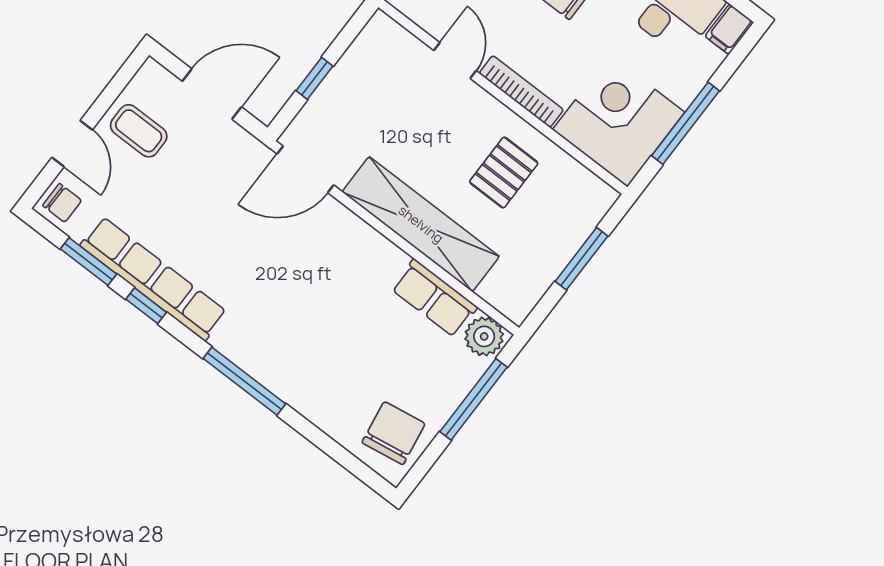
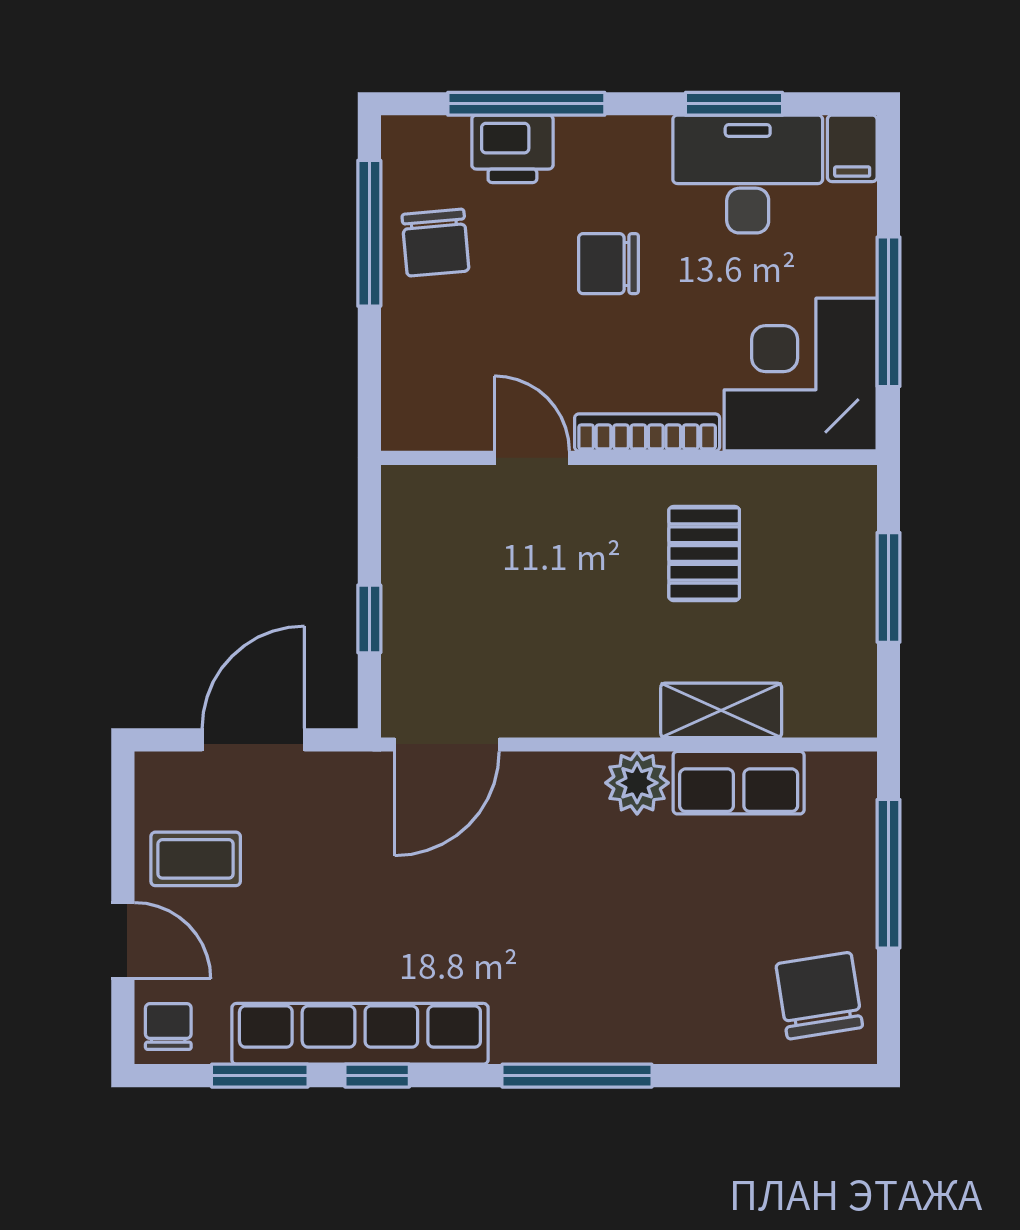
chair: (62, 203) -> (168, 1026), turned -90
shelving: (421, 224) -> (721, 710), width x0.45, depth x0.75
plant: (484, 336) -> (637, 783), moved

